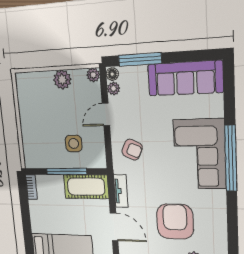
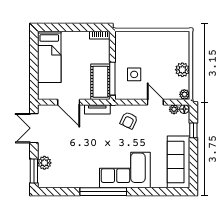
window: (140, 59) -> (193, 130), width x0.46
window: (231, 158) -> (103, 192), moved
window: (66, 171) -> (112, 79), moved
armchair: (175, 222) -> (74, 150), removed
door: (114, 227) -> (69, 102), hinge flipped

